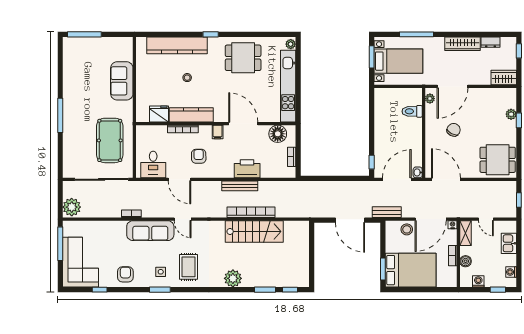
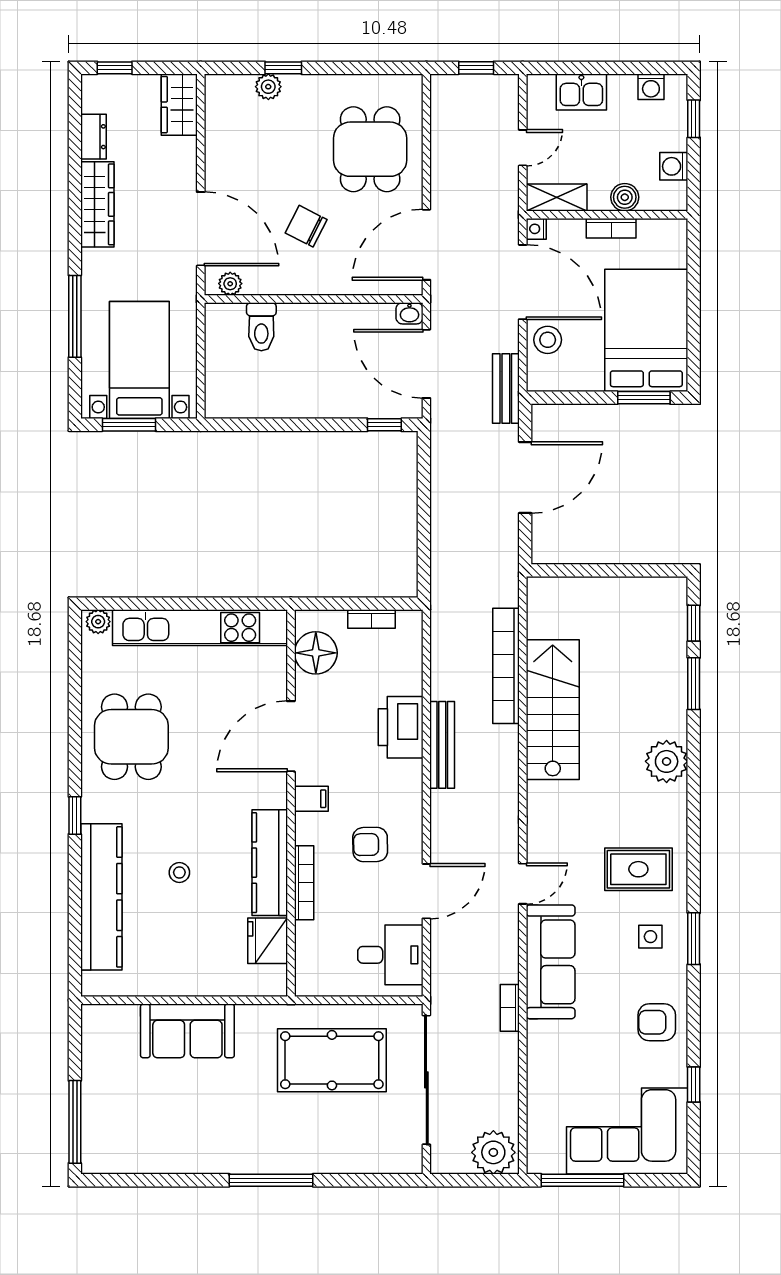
dining table: (498, 160) -> (370, 149), moved
bookcase: (251, 212) -> (506, 666), moved

